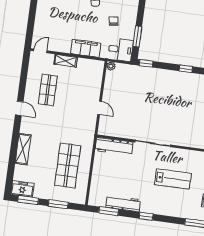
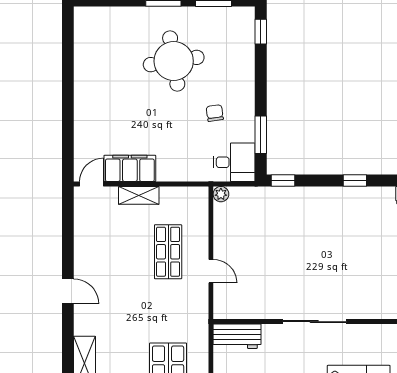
filing cabinet: (86, 48) -> (130, 168), moved
shop shelf: (48, 90) -> (168, 252), moved
workbench: (114, 146) -> (237, 336), width x0.73

